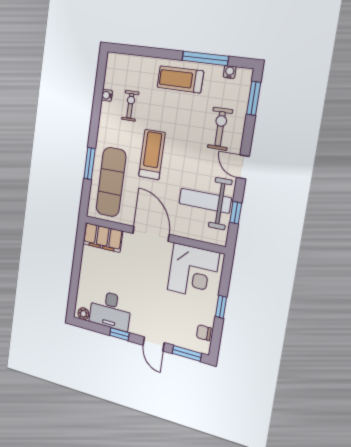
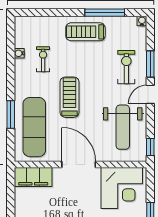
water cooler: (230, 72) -> (142, 21), moved
window: (254, 98) -> (150, 64), moved
door: (243, 167) -> (150, 94), hinge flipped
weight bench: (205, 201) -> (123, 127), turned -90
window: (236, 213) -> (150, 147), moved

